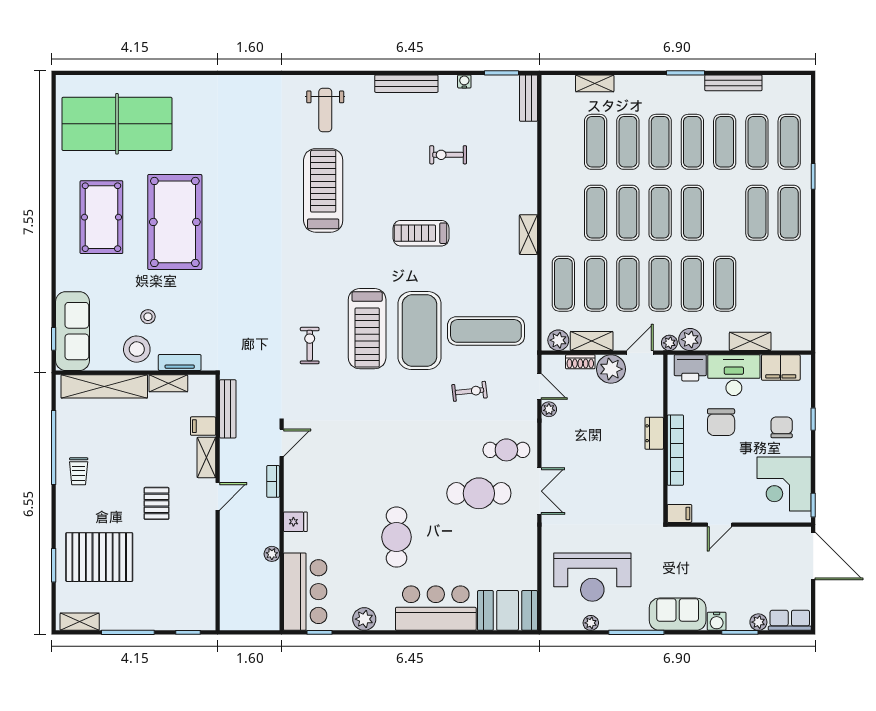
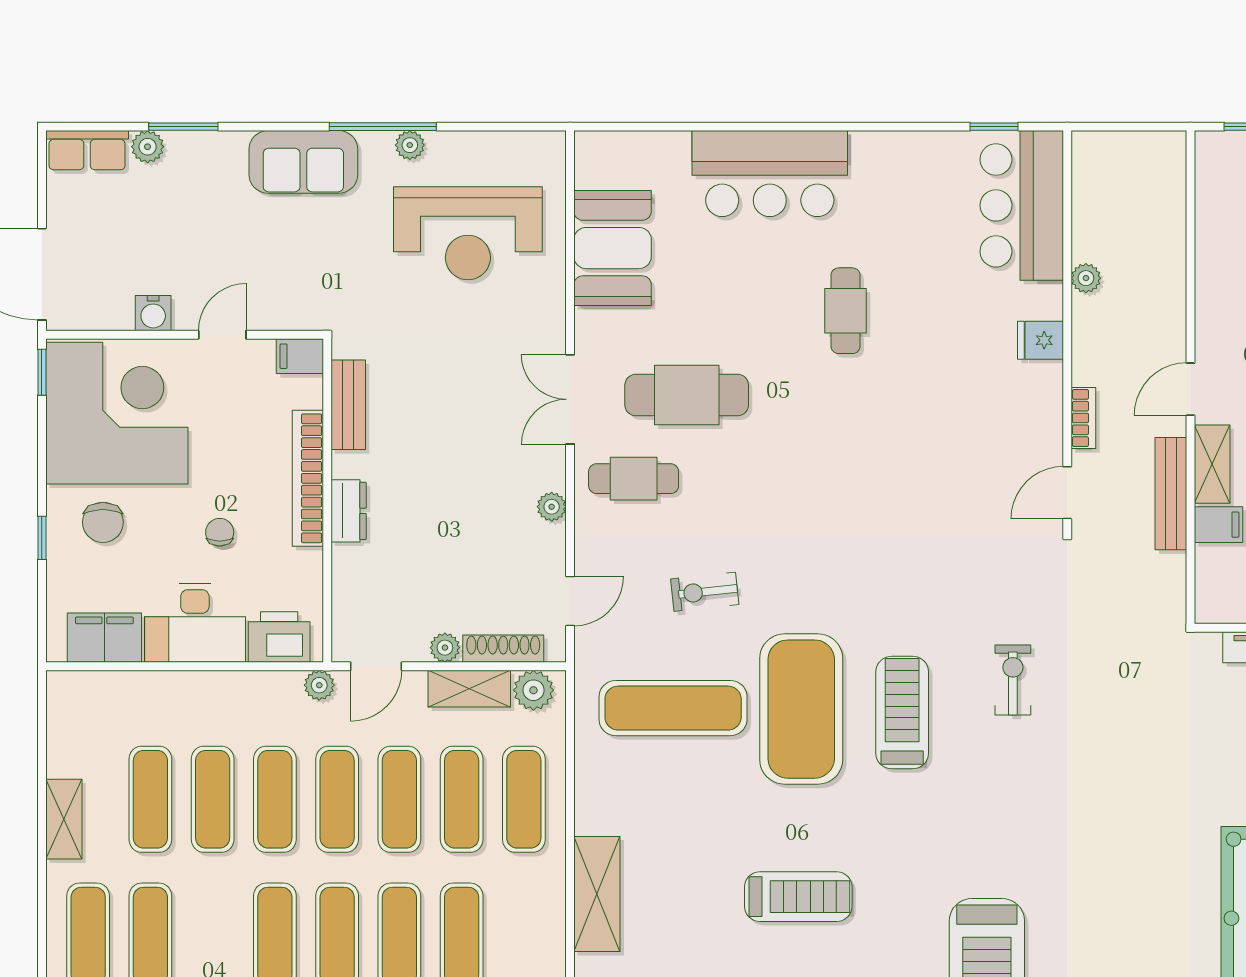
shelving: (528, 235) -> (597, 894), width x1.50, depth x1.33
exercise mat: (757, 284) -> (150, 799), added
treadmill: (367, 329) -> (902, 713), width x0.73, depth x0.73
plant: (690, 339) -> (280, 692), removed
shelving: (750, 341) -> (64, 819), moved, turned 90
exercise bike: (310, 346) -> (1013, 680), turned 180
shoe rack: (580, 362) -> (503, 649), width x1.43
plant: (611, 369) -> (445, 648), width x0.53, depth x0.53
door: (539, 386) -> (570, 601), swing flipped
bench: (228, 409) -> (1171, 494), moved
plant: (549, 409) -> (552, 507), moved
chair: (721, 422) -> (220, 532), width x0.54, depth x0.54
corner desk: (784, 484) -> (117, 413), width x1.36, depth x1.36
bench: (654, 488) -> (348, 405), added
cafe table: (396, 537) -> (846, 311), width x0.73, depth x0.74
reception desk: (592, 577) -> (468, 233), turned 180
booth: (508, 610) -> (613, 248), moved, turned 90
plant: (364, 619) -> (908, 153), removed
water cooler: (717, 621) -> (153, 313), moved, turned 180
plant: (591, 623) -> (410, 145), moved

